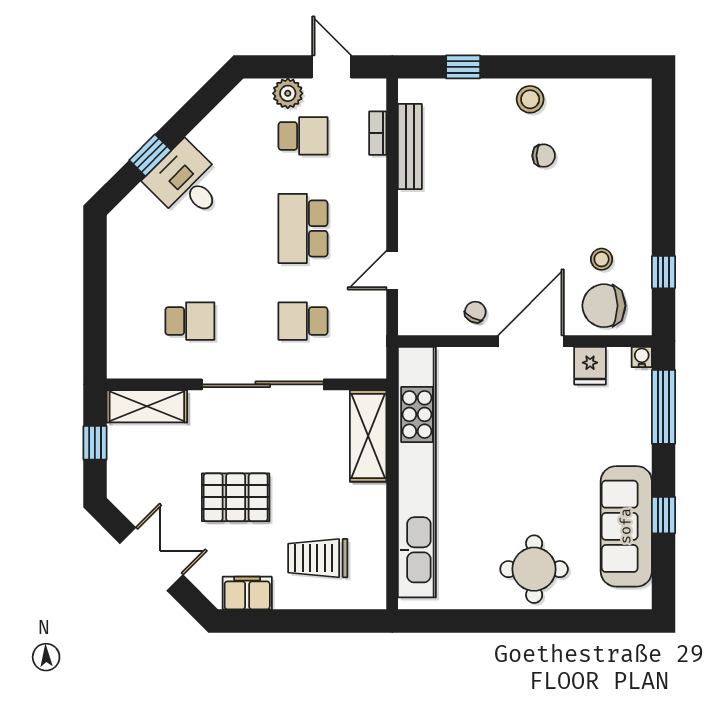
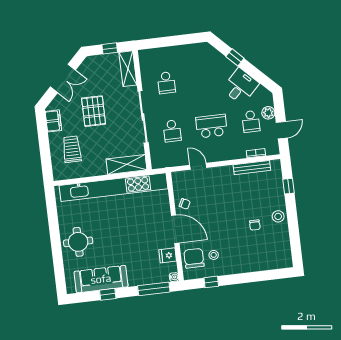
desk: (186, 183) -> (240, 86), moved
school desk: (303, 321) -> (172, 131), turned 180

